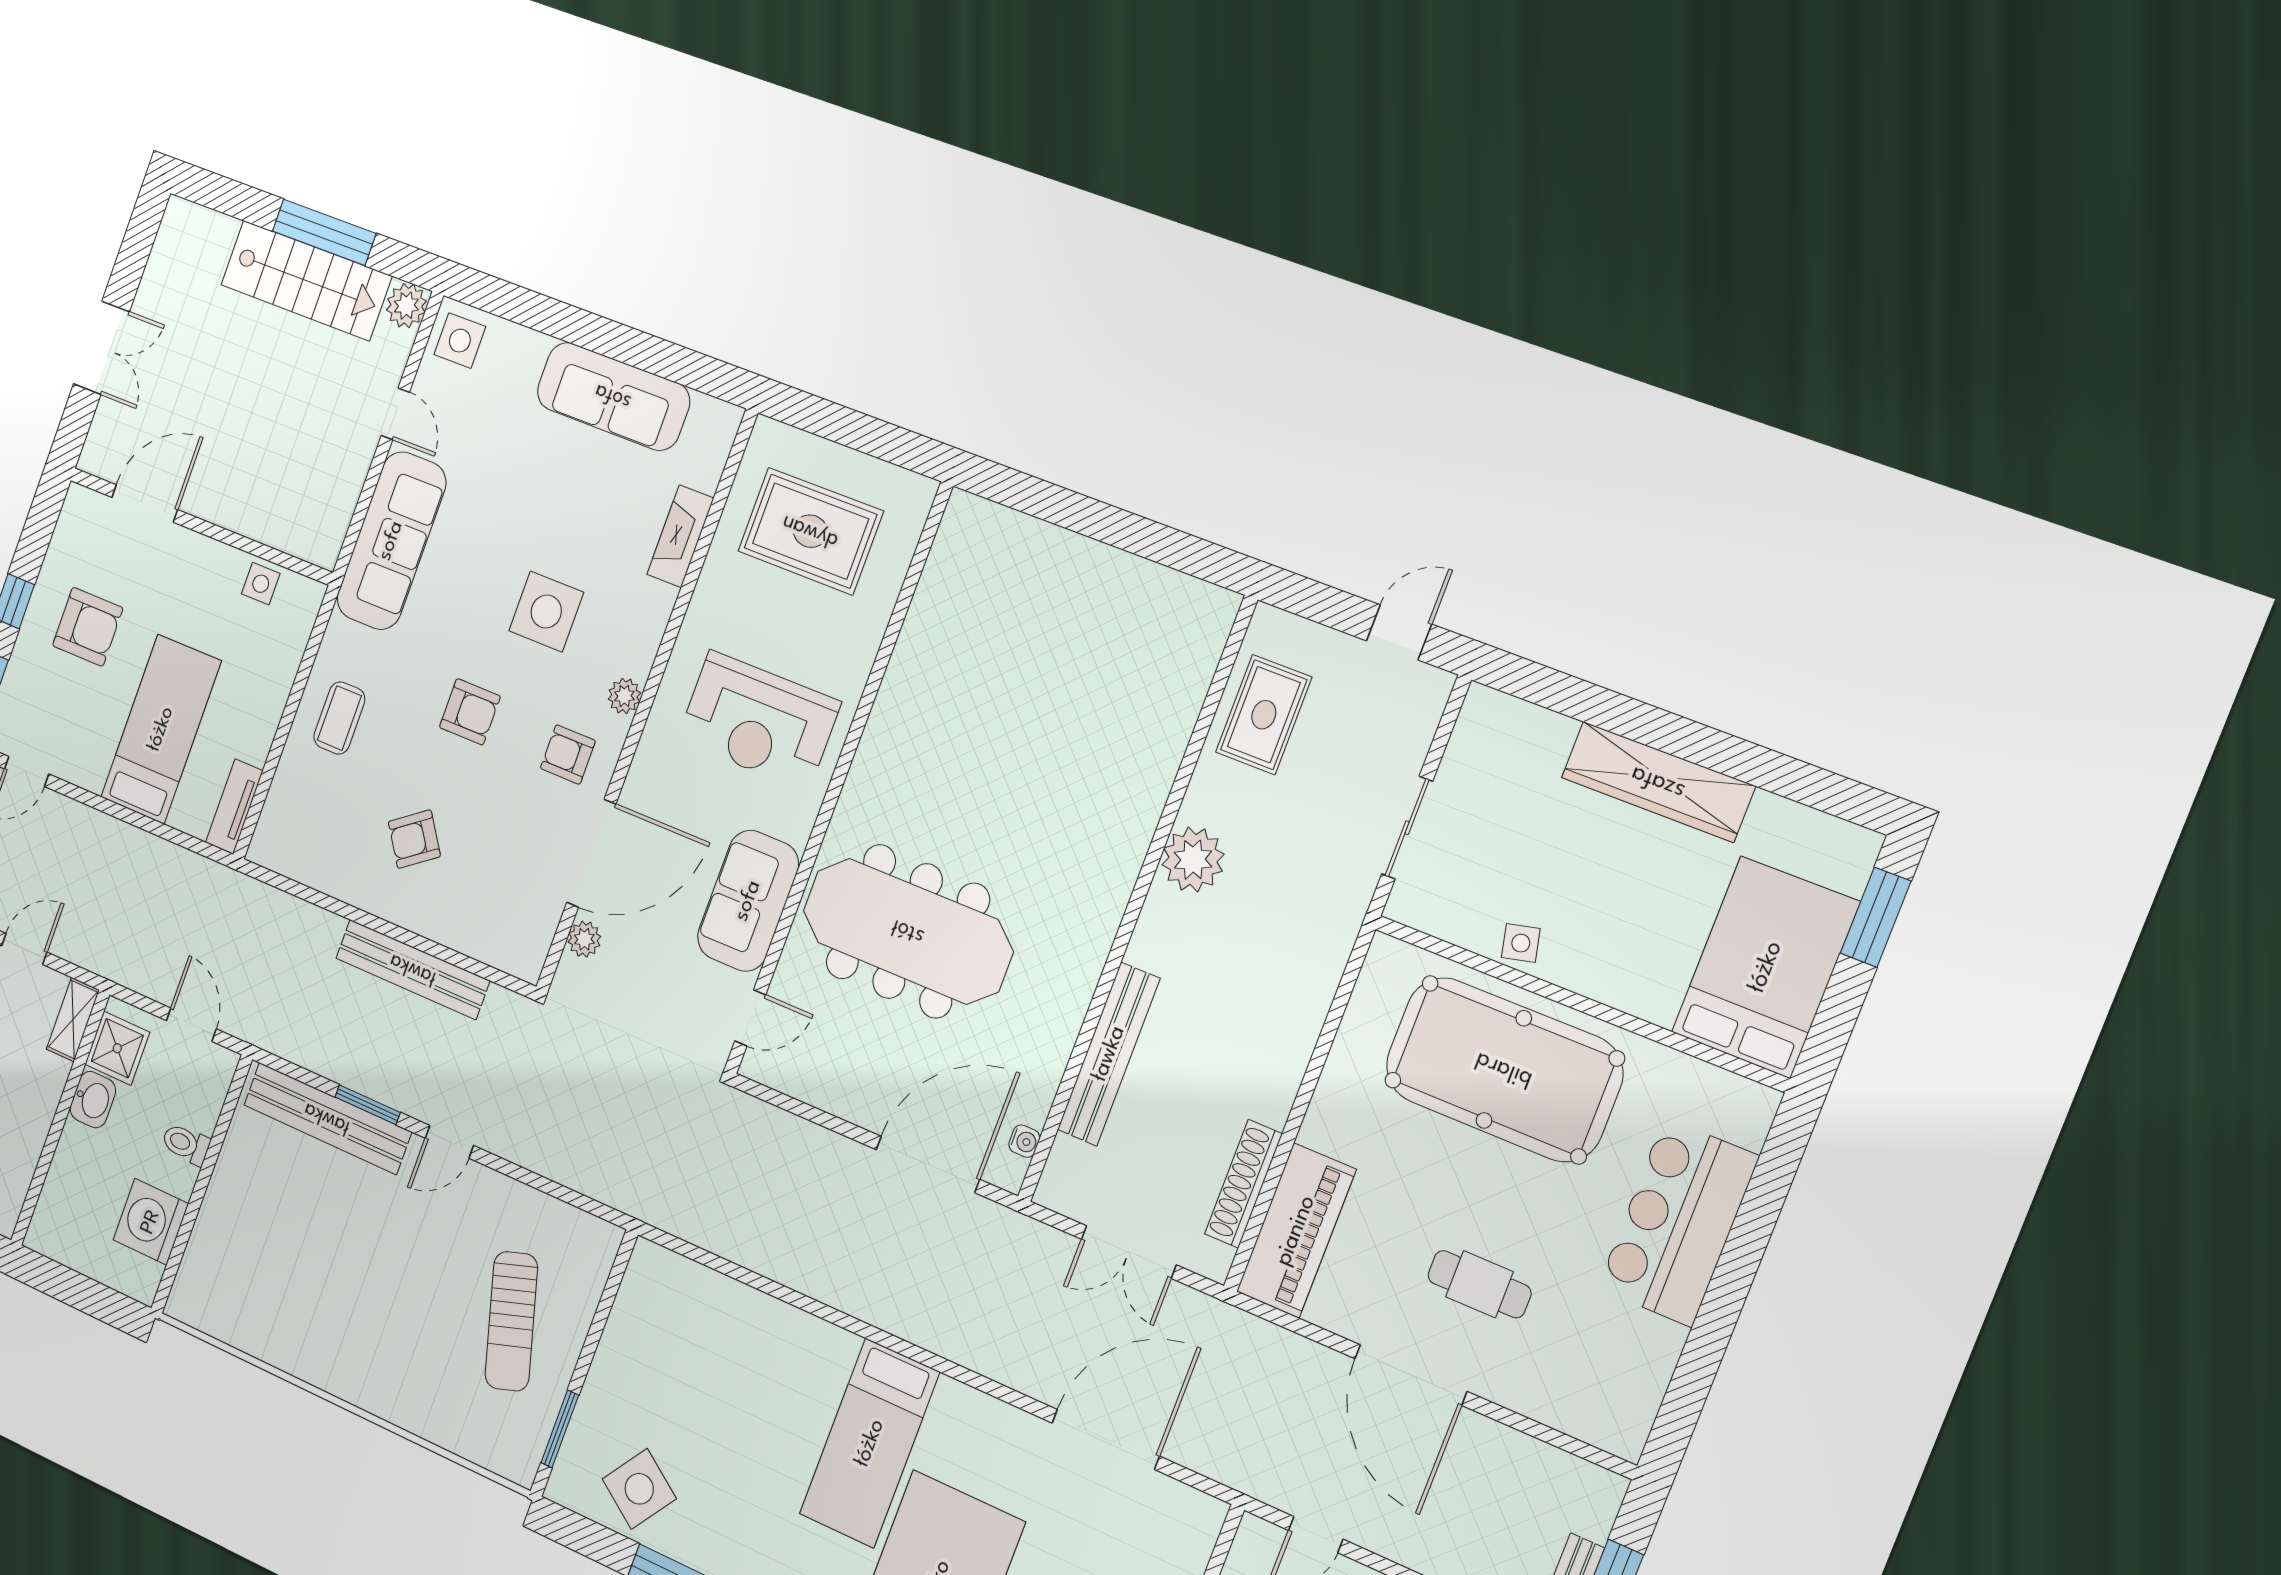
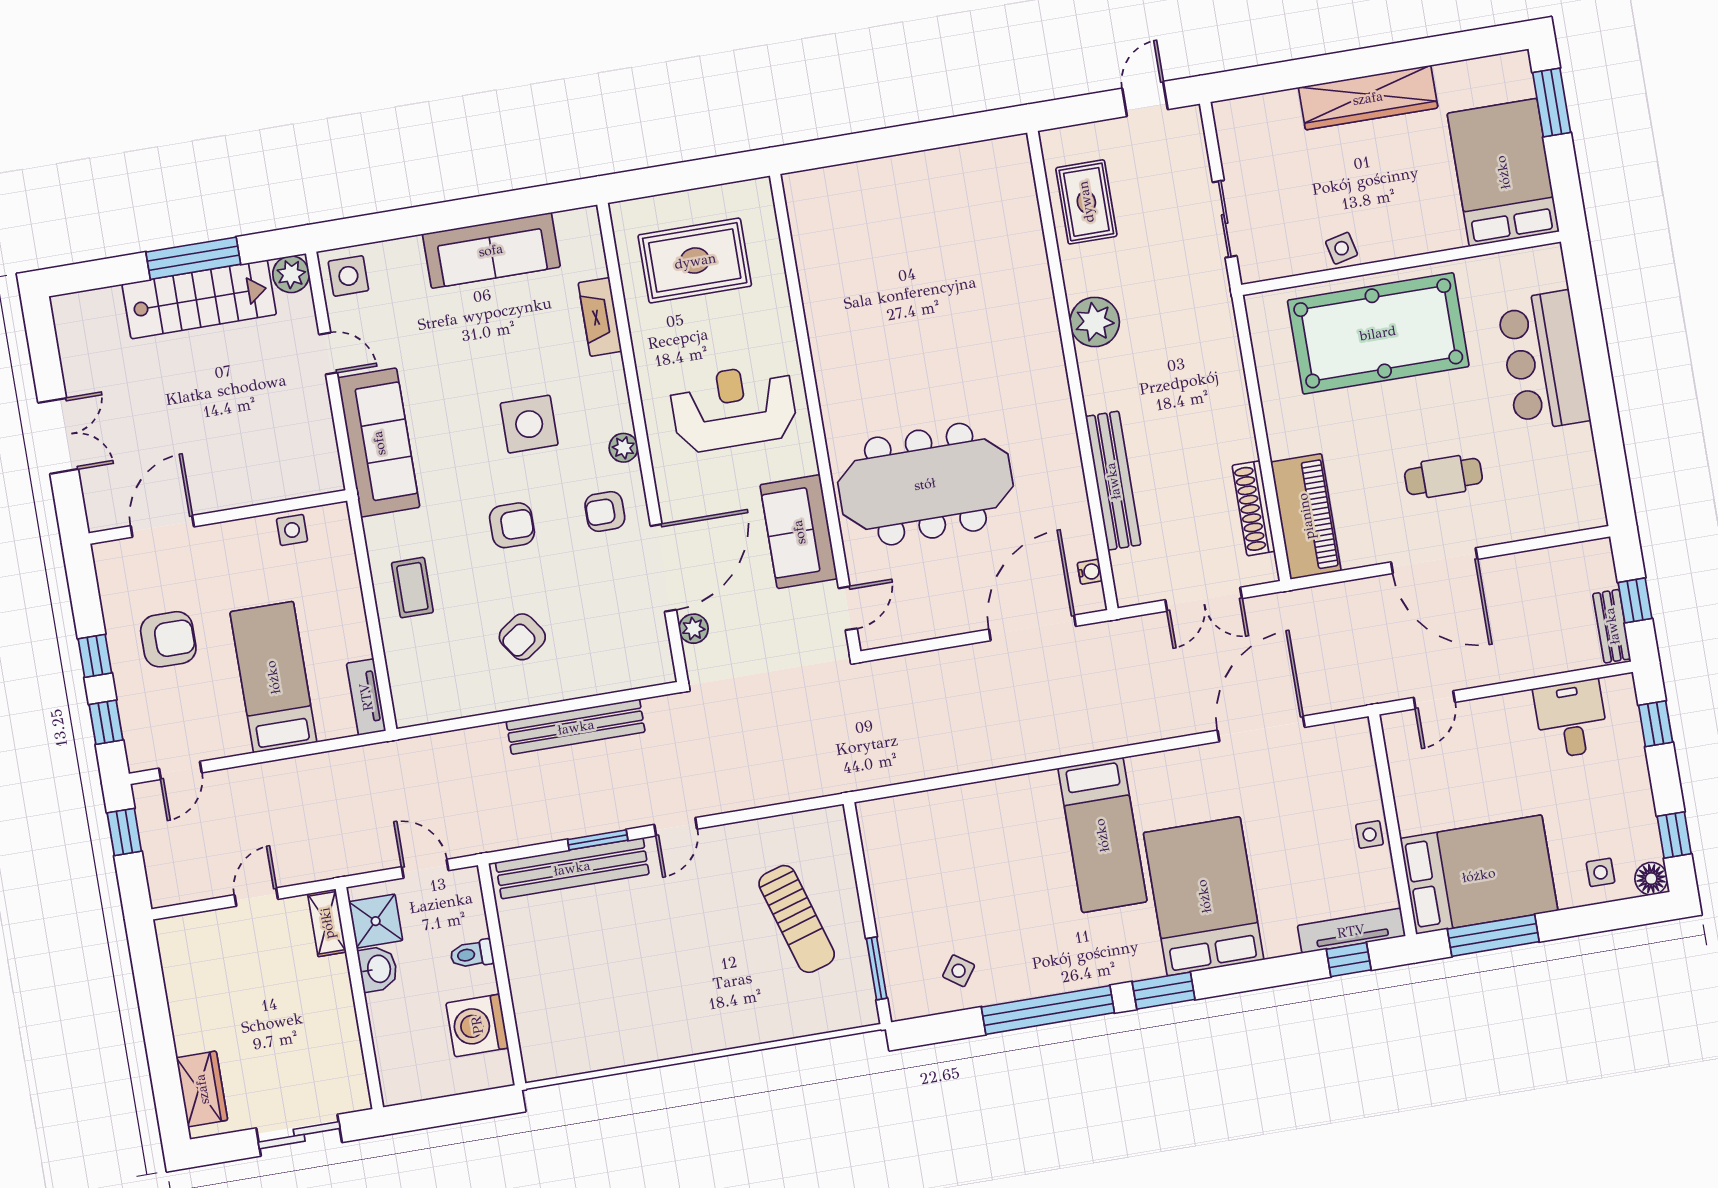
reception desk: (759, 721) -> (734, 408), turned 180
side table: (639, 1489) -> (959, 971), width x0.54, depth x0.54

